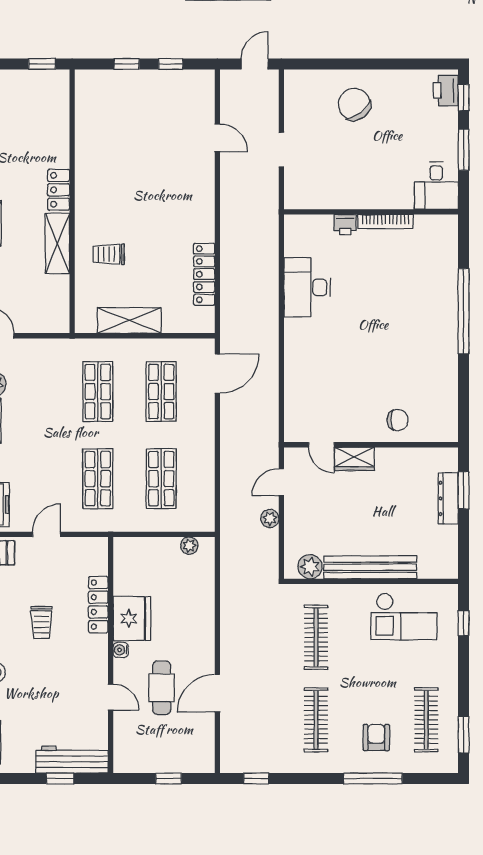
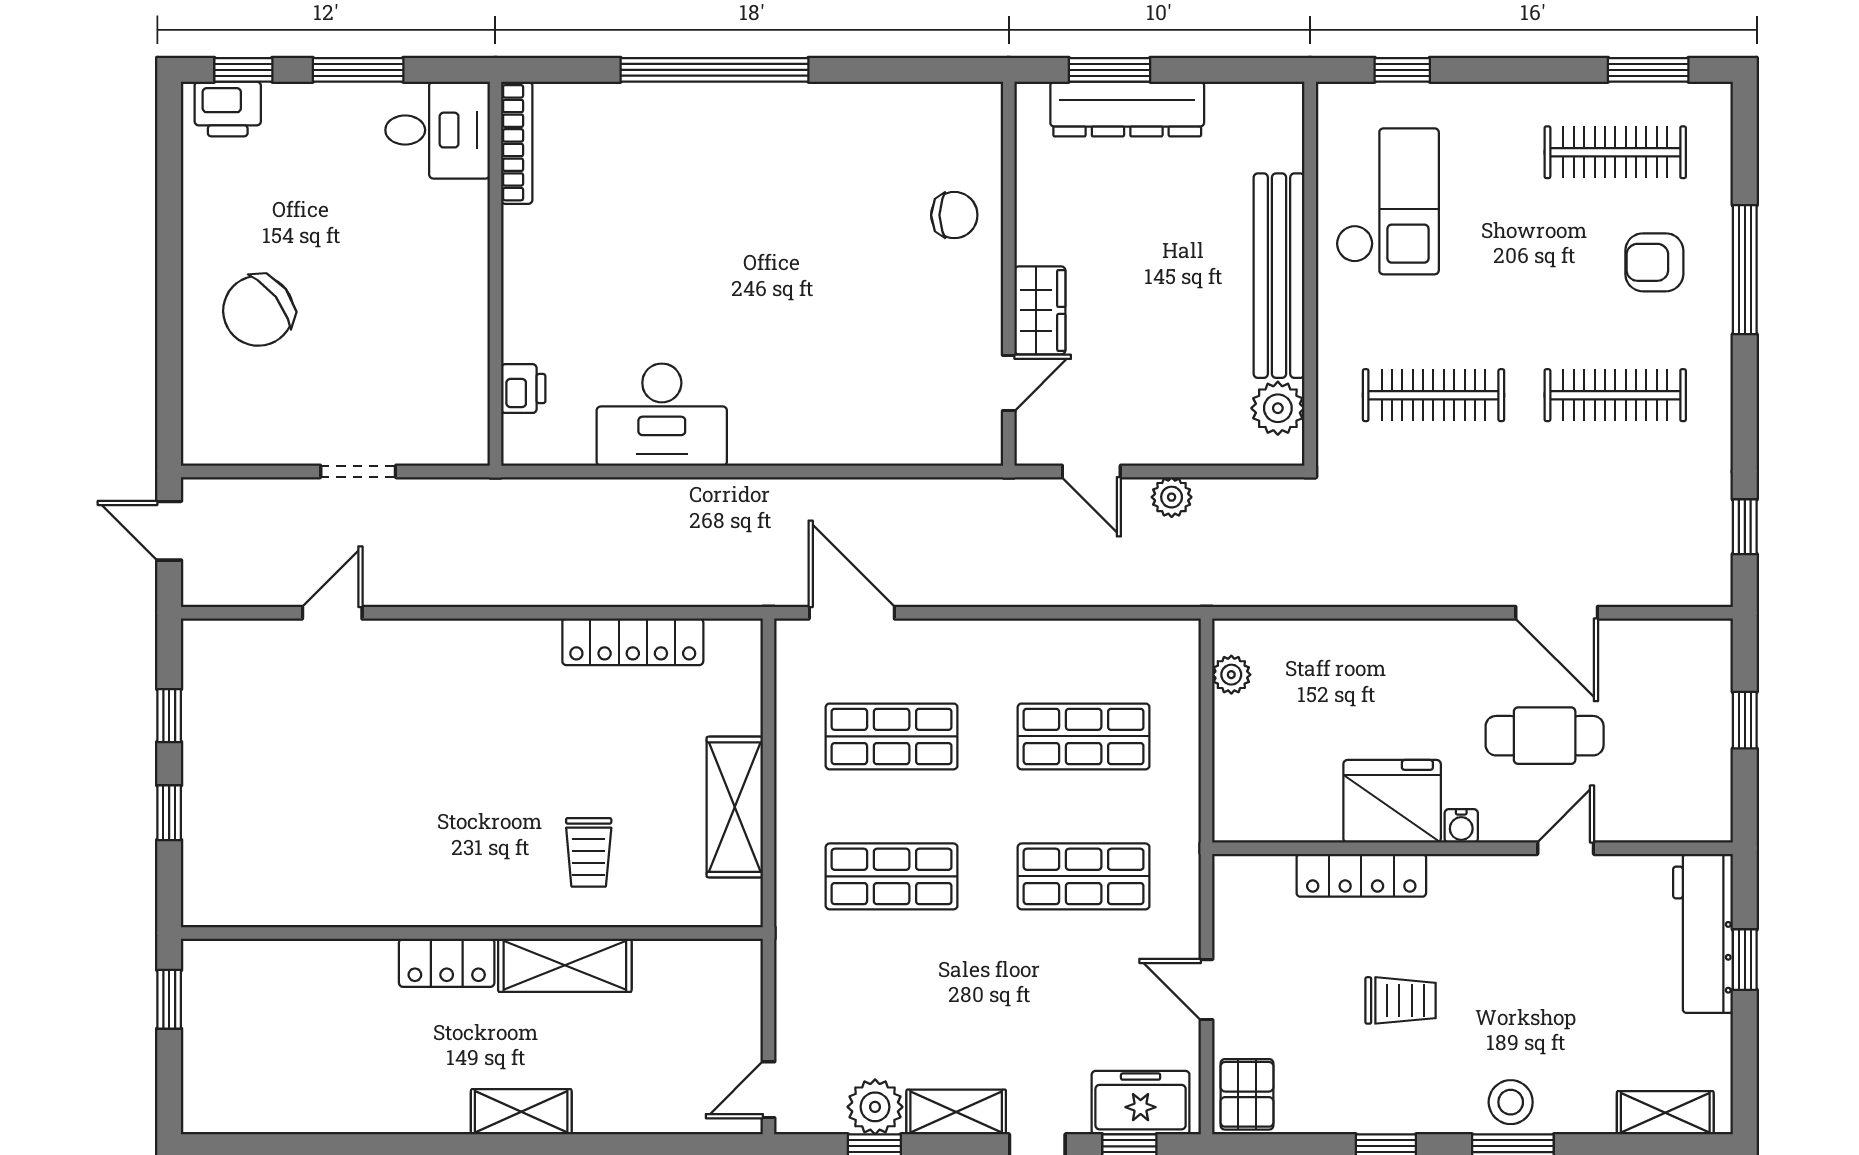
bookcase: (386, 222) -> (517, 143), moved
printer: (345, 225) -> (523, 389), moved
chair: (398, 420) -> (954, 215), turned 90
dresser: (448, 498) -> (1127, 109), width x1.37, depth x1.24

